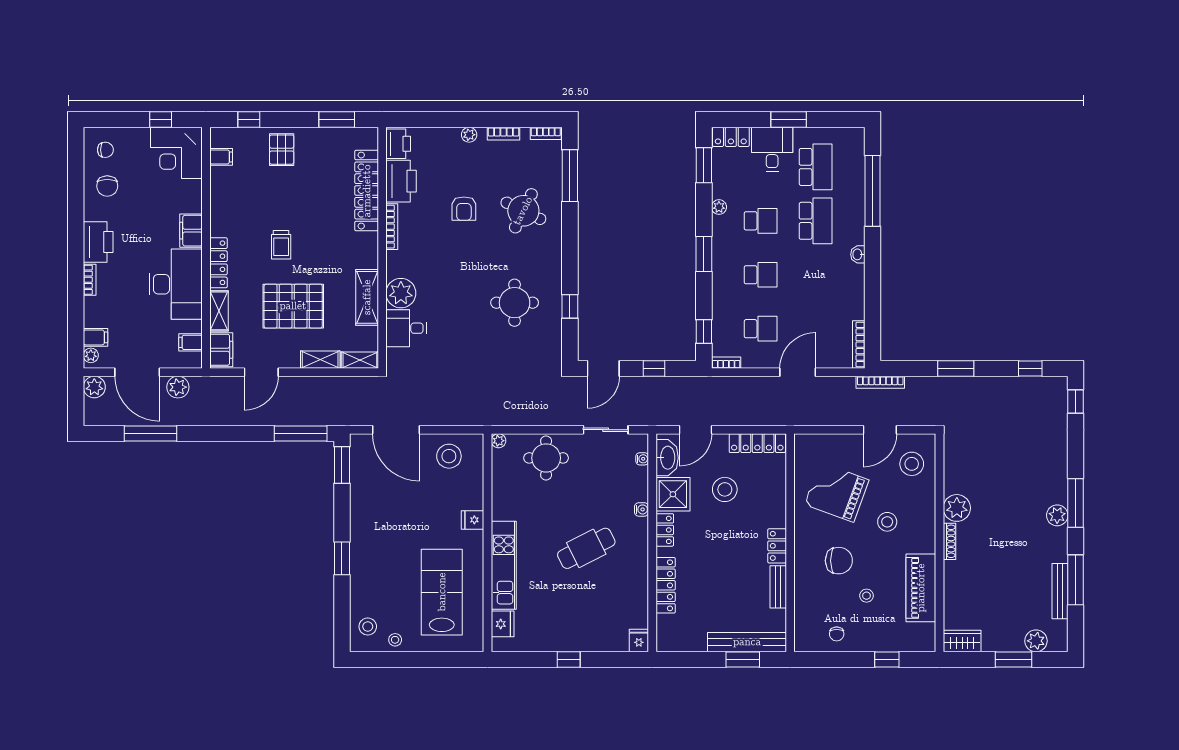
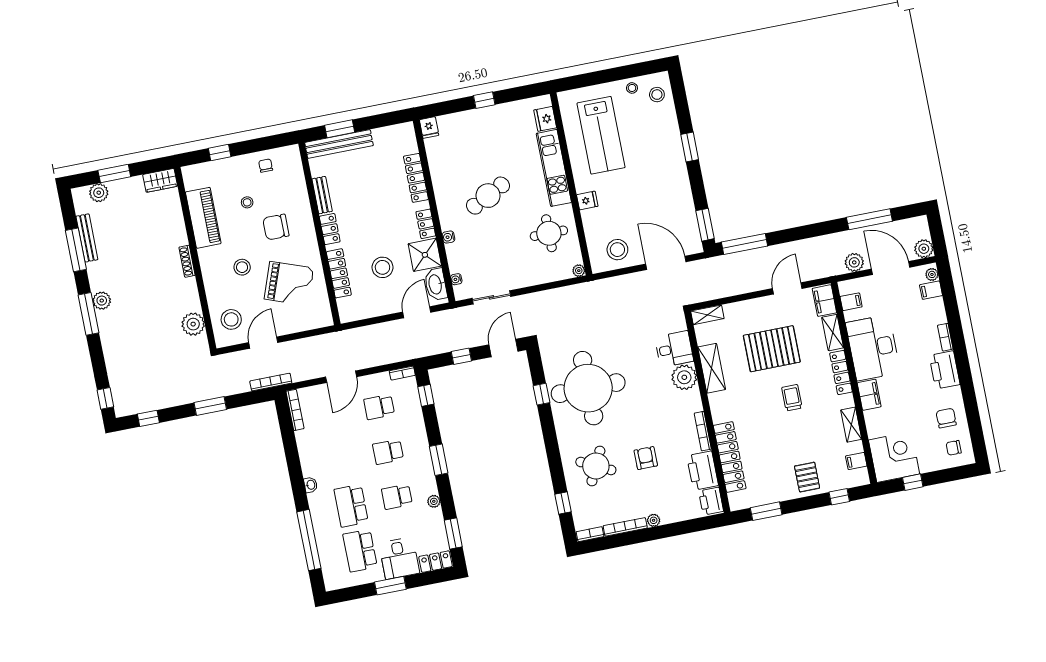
bookcase: (503, 134) -> (625, 527), width x1.56
window: (570, 176) -> (563, 503), width x0.46
round table: (515, 303) -> (588, 388), width x1.86, depth x1.86
shelving: (320, 360) -> (851, 425), moved, turned 90
locker: (757, 443) -> (339, 273), moved, turned 90
round table: (546, 458) -> (549, 233), moved
plant: (957, 508) -> (193, 324), moved

